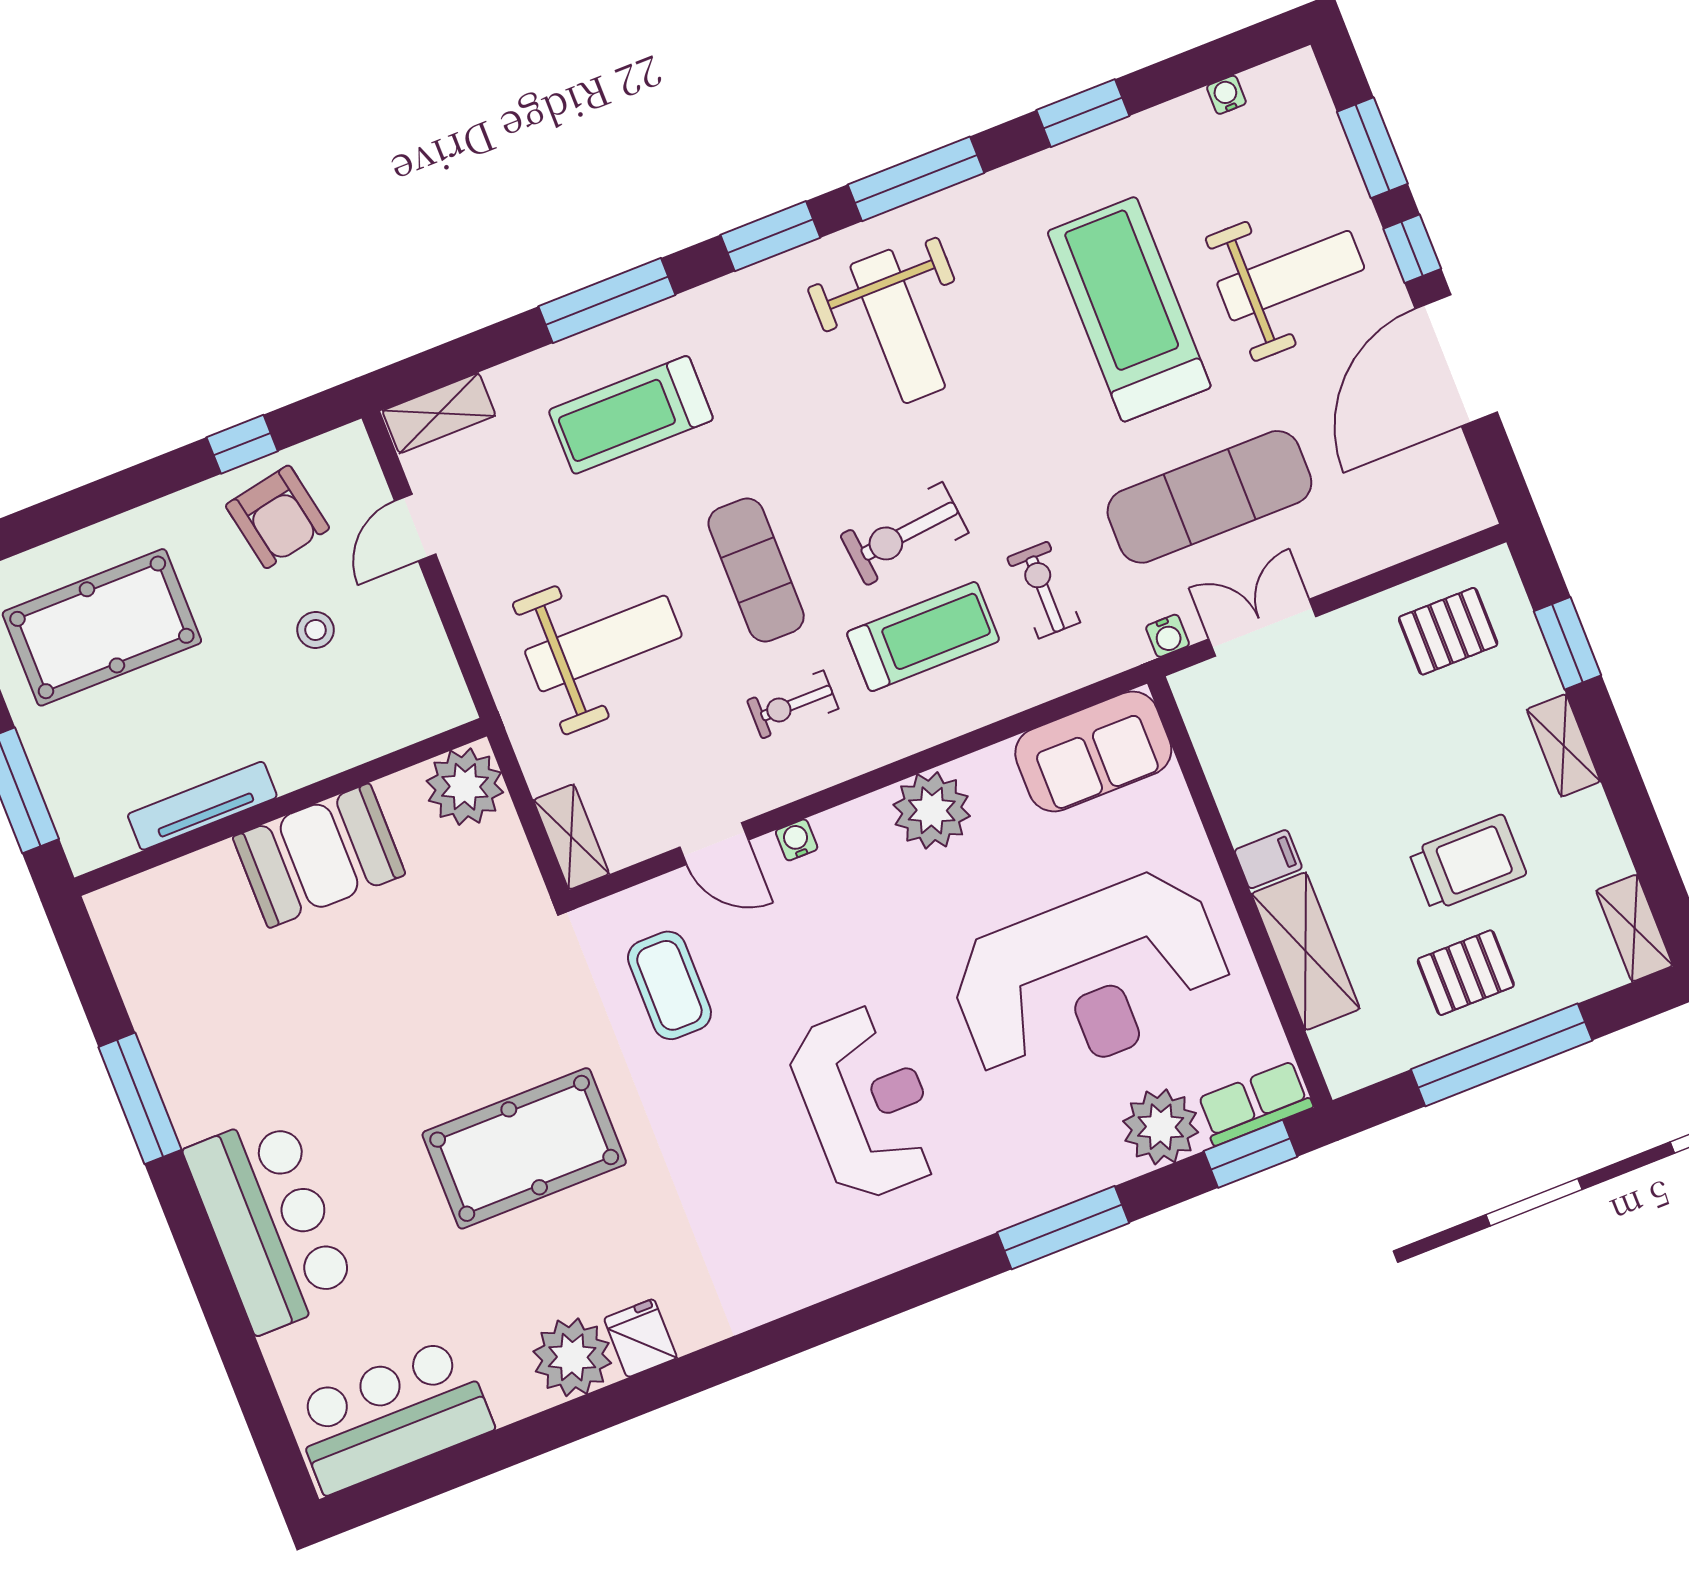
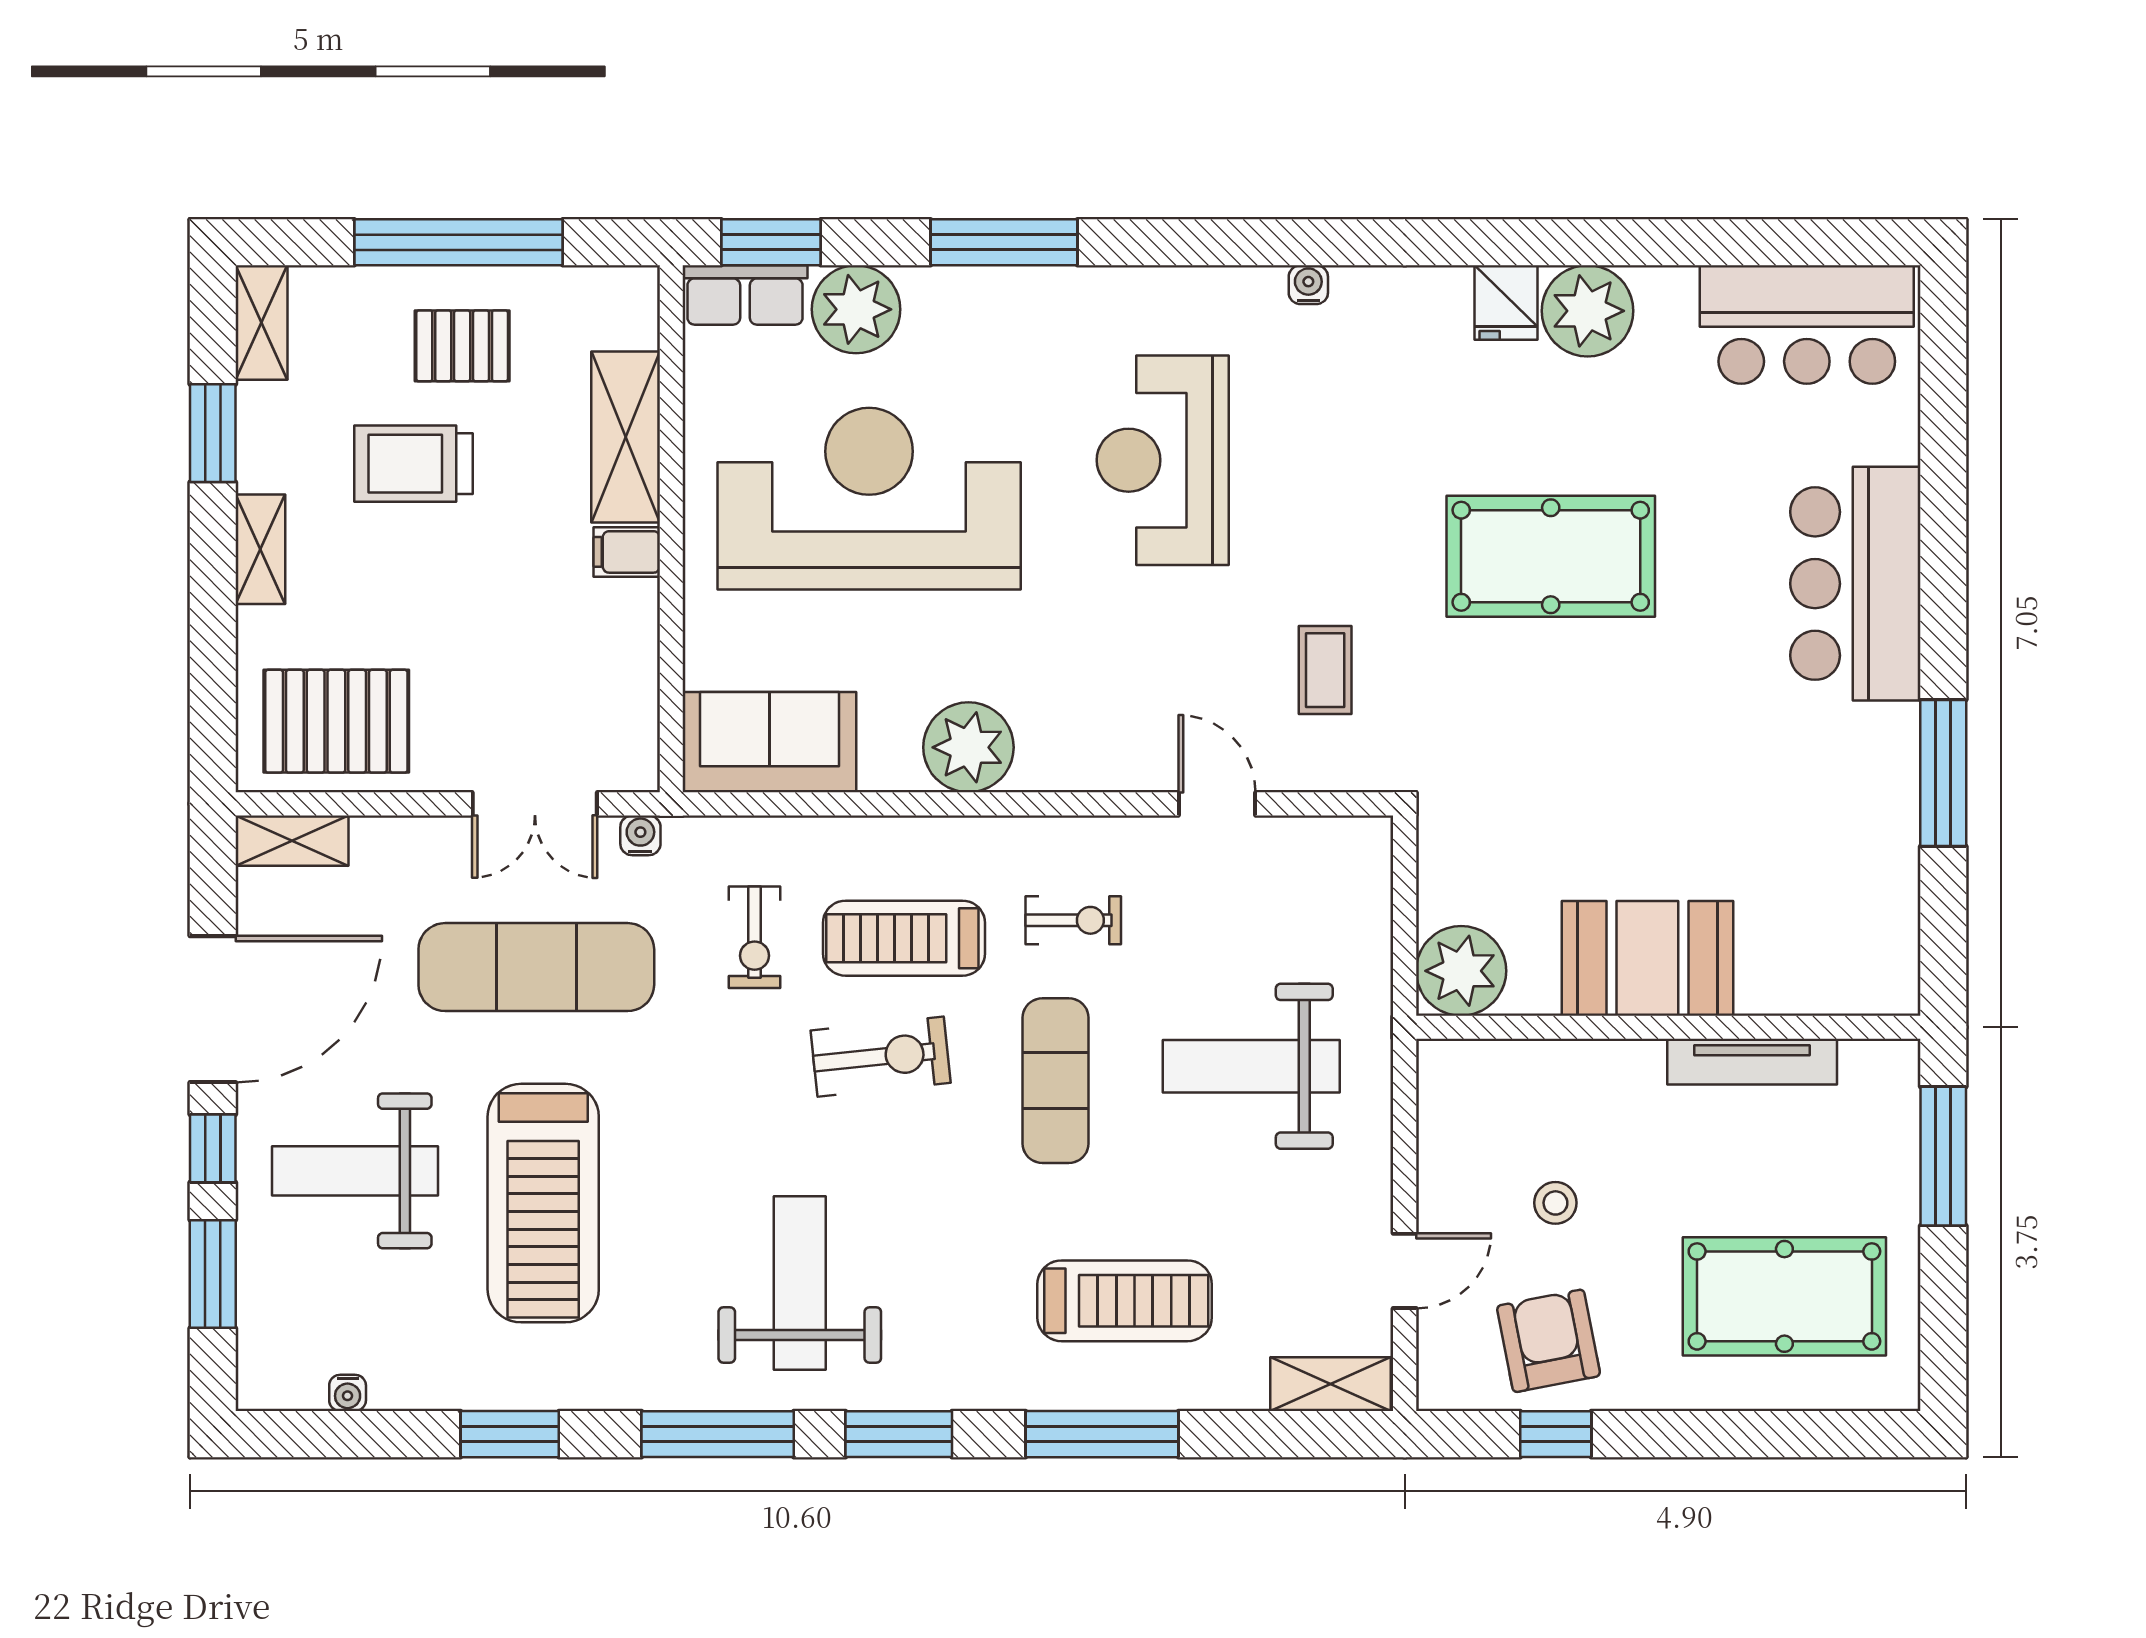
pallet: (1448, 631) -> (336, 721), width x1.50, depth x1.42
window: (1568, 643) -> (213, 433), moved
shelving: (571, 837) -> (292, 841), moved, turned 90
water cooler: (797, 840) -> (1308, 285), moved, turned 180
coffee table: (669, 985) -> (1325, 670), width x0.73, depth x0.77

